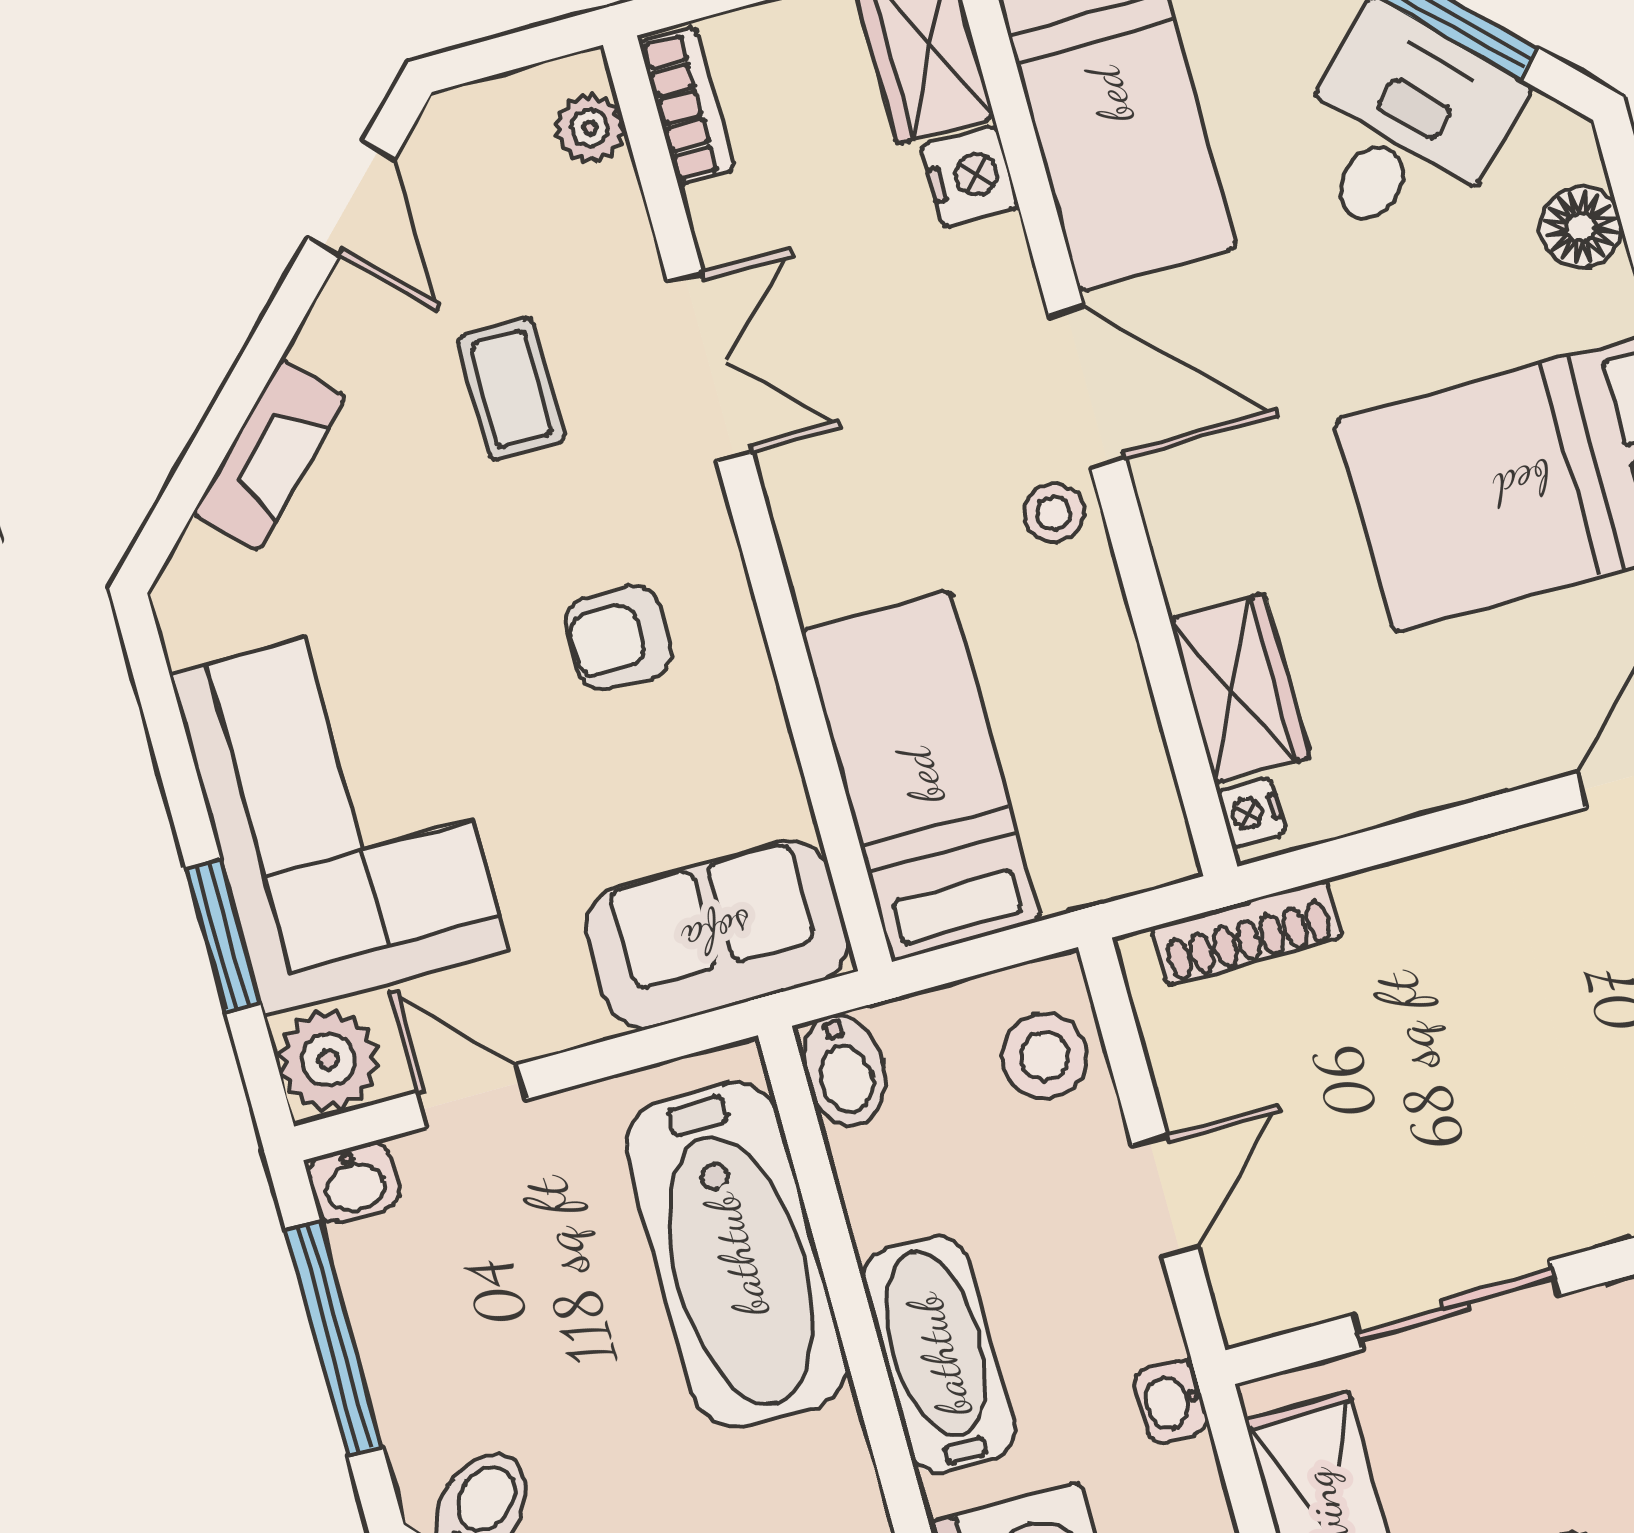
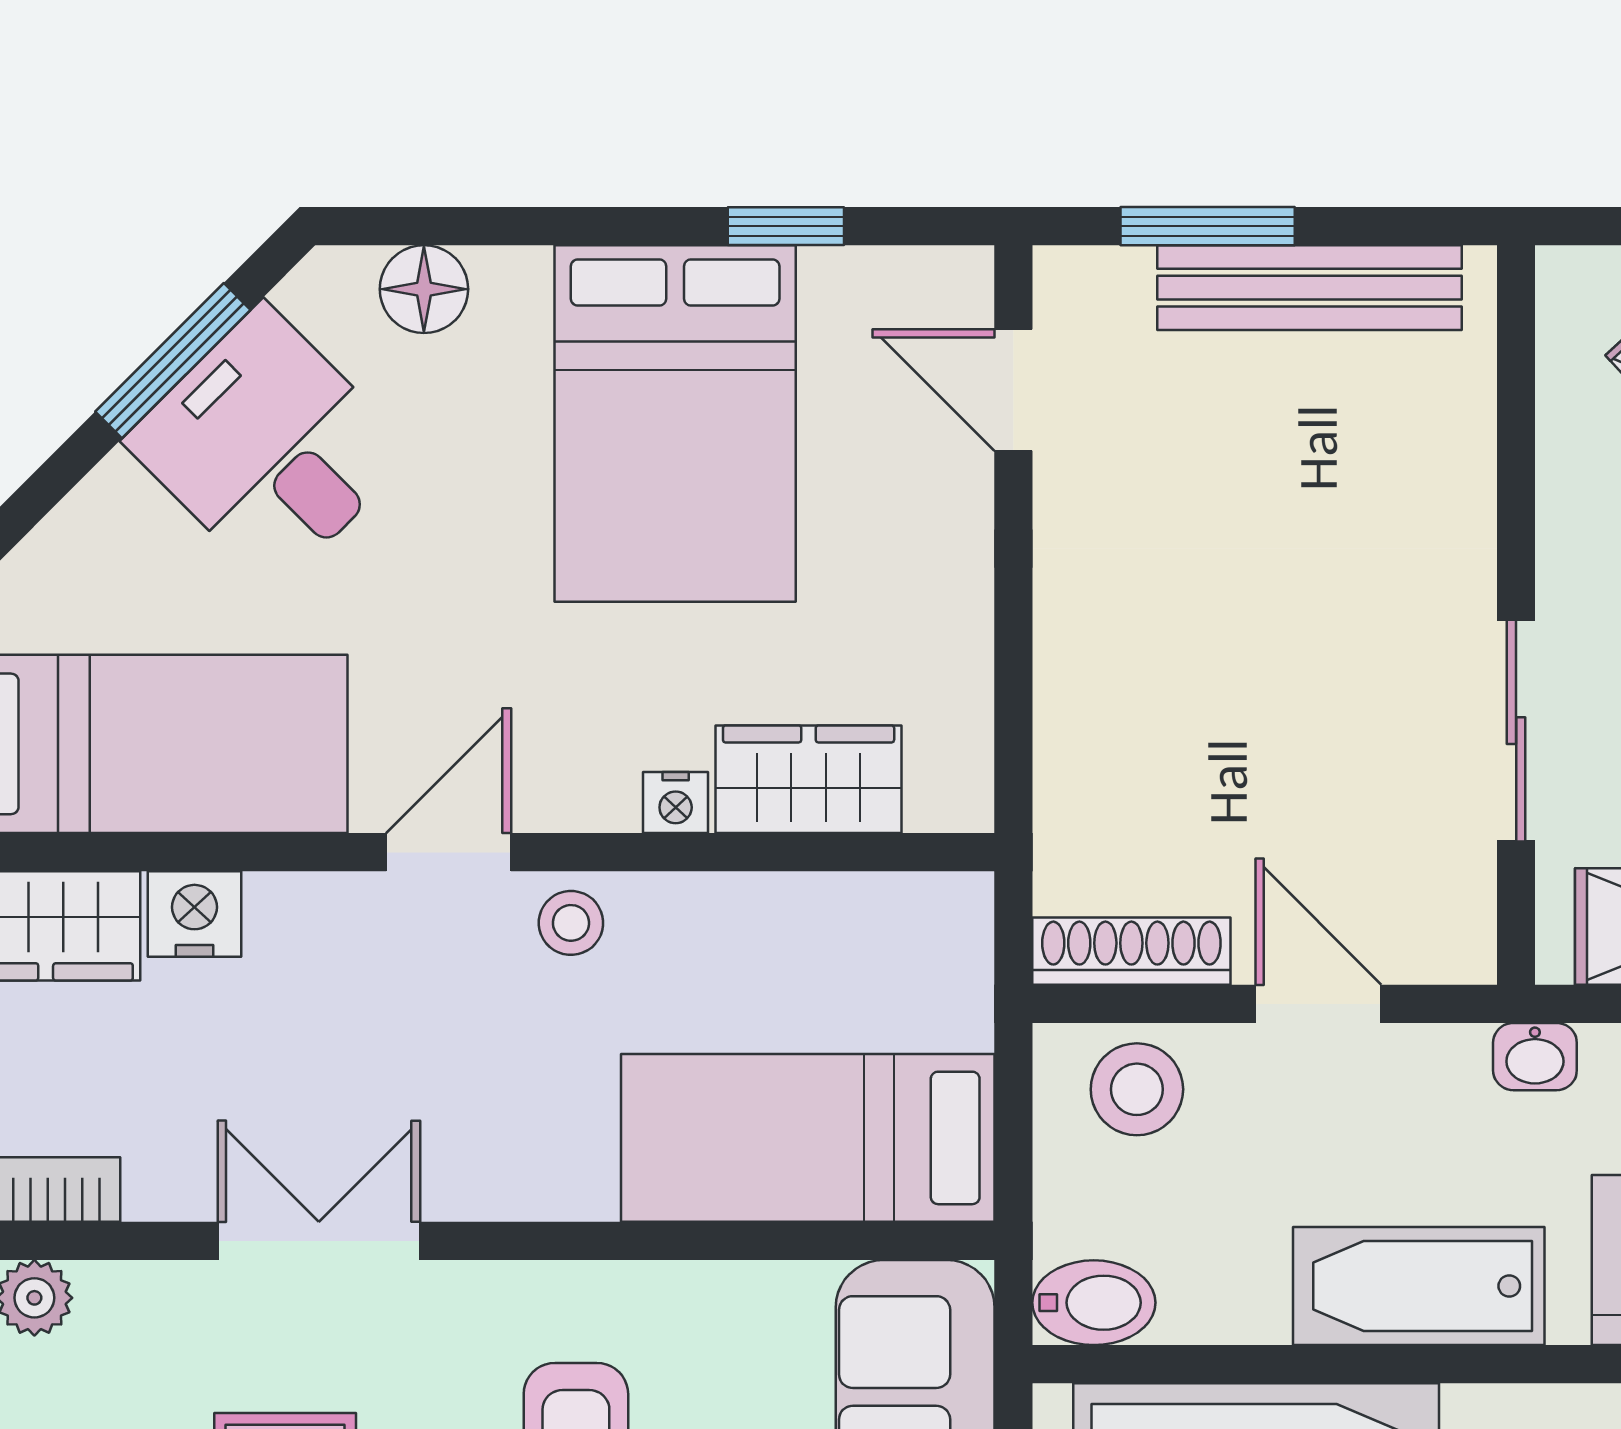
door: (1087, 387) -> (449, 852), width x0.73
nightstand: (1251, 812) -> (676, 802), moved
shoe rack: (1247, 933) -> (1131, 951), moved, turned -90

